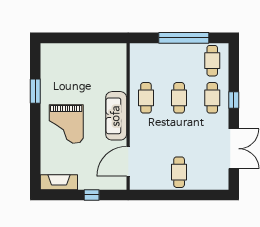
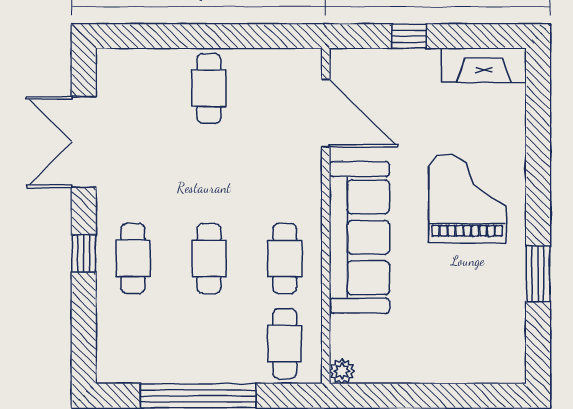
plant: (121, 49) -> (342, 371), added
cafe table: (212, 61) -> (285, 344), moved
sofa: (116, 116) -> (359, 237), width x1.36, depth x1.27
door: (128, 161) -> (326, 113), hinge flipped

